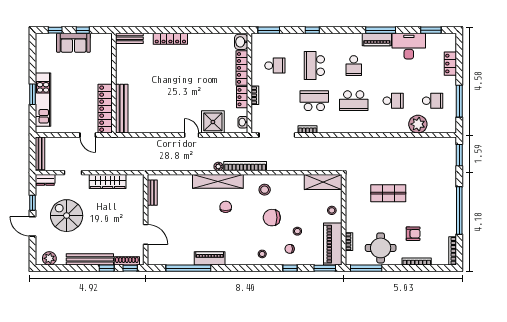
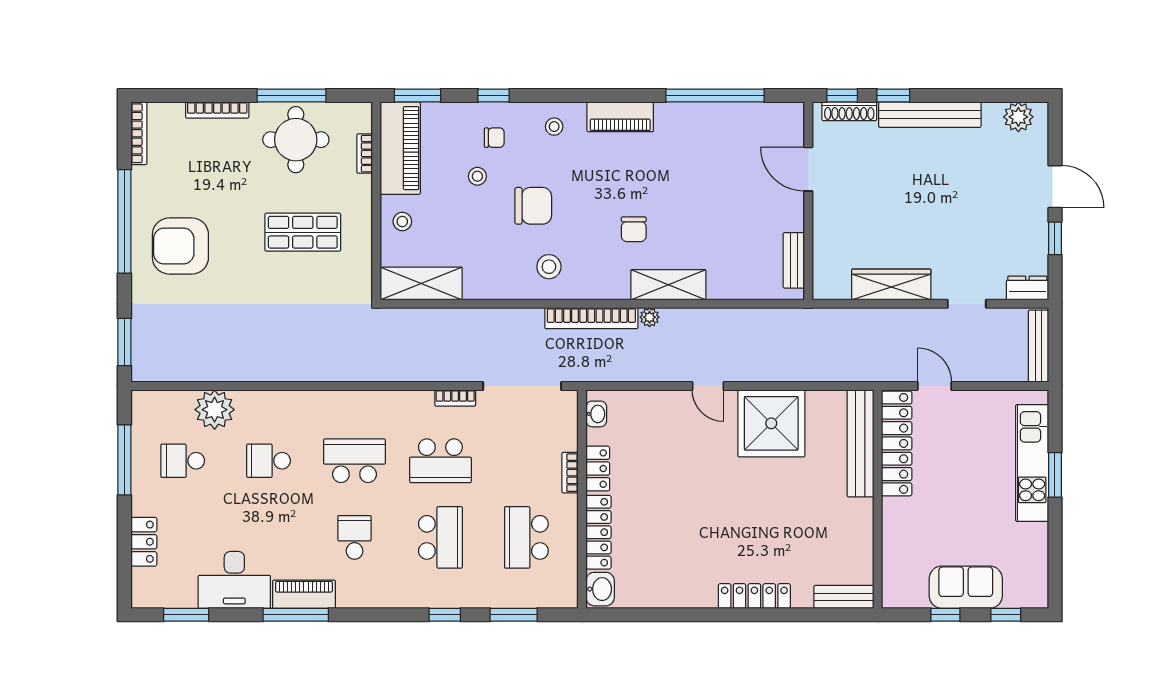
window: (269, 30) -> (514, 615), moved
school desk: (275, 66) -> (526, 537), width x1.85
shower: (213, 122) -> (771, 423), moved, width x1.37, depth x1.37
shelving: (218, 181) -> (668, 285), width x0.68
shop shelf: (388, 193) -> (303, 232), moved
spiral stairs: (67, 216) -> (981, 210), removed
armchair: (413, 234) -> (180, 246), moved, width x1.88, depth x1.88
piano: (210, 258) -> (620, 117), moved
window: (366, 268) -> (291, 95), moved

